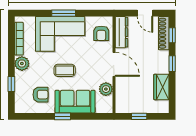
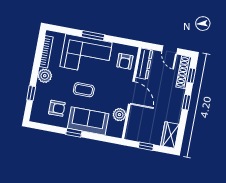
wardrobe: (161, 87) -> (170, 135), moved

